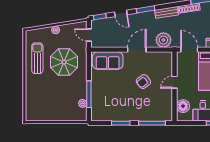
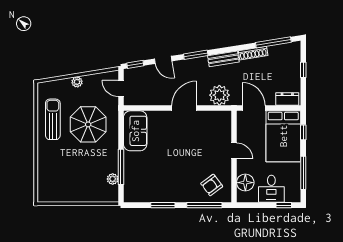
sofa: (108, 61) -> (135, 131), moved, turned -90
armchair: (143, 82) -> (212, 185), moved
door: (174, 82) -> (234, 151), swing flipped

